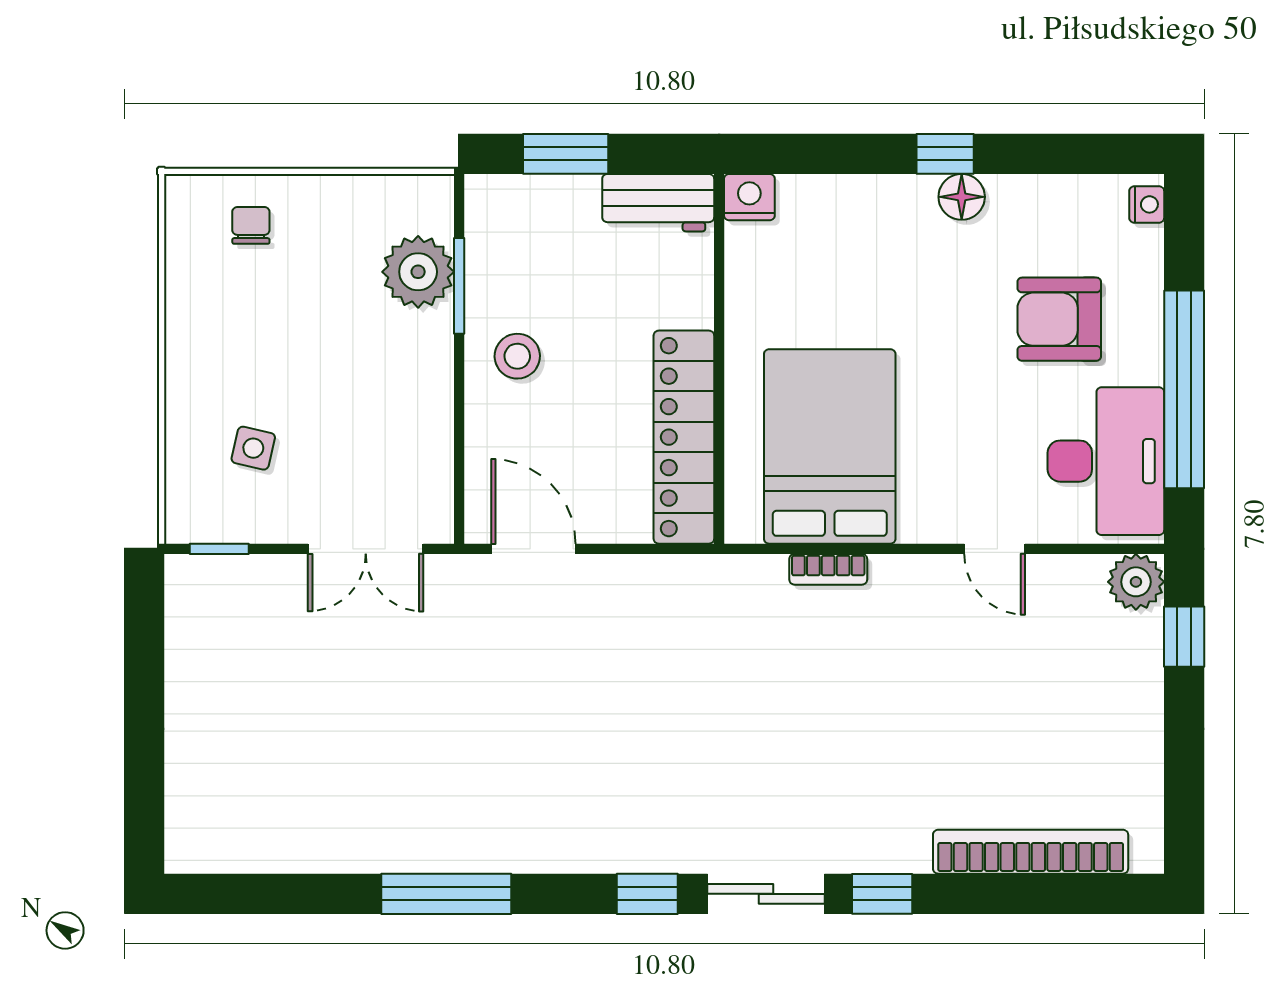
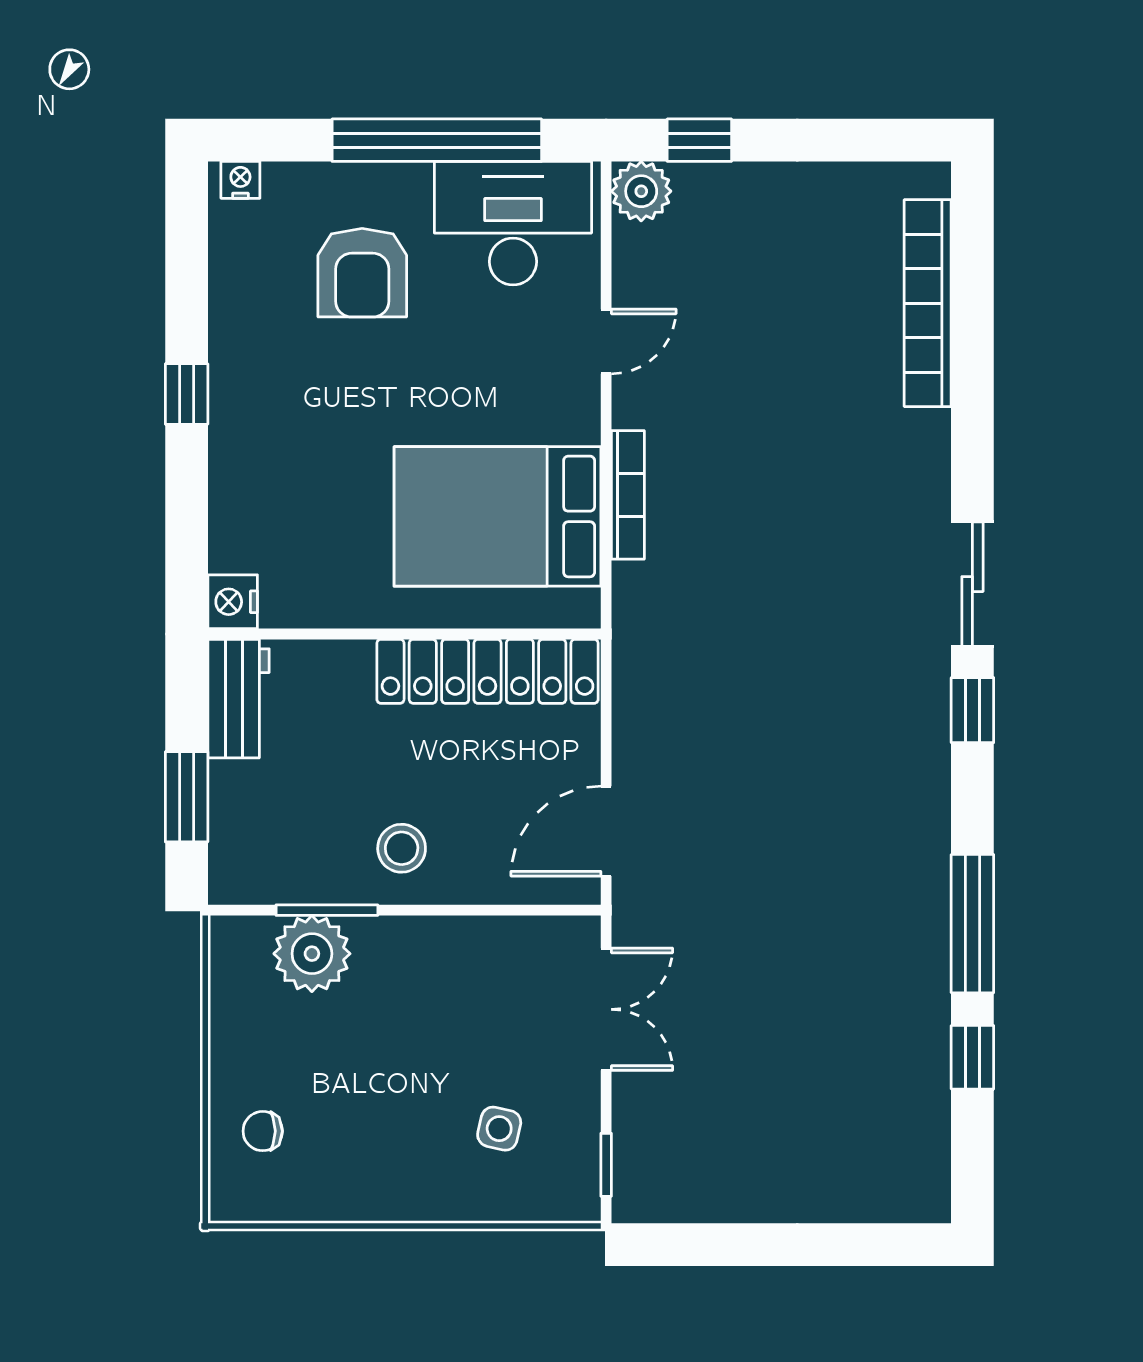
floor lamp: (962, 197) -> (232, 376), removed
bookcase: (828, 569) -> (628, 495), width x1.56
window: (882, 894) -> (972, 1057), moved

